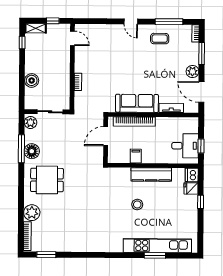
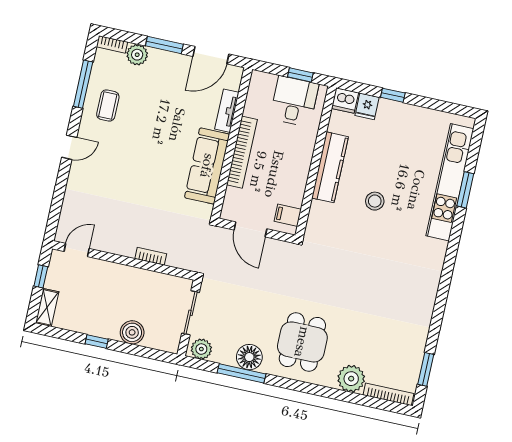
window: (22, 43) -> (97, 341), moved
window: (202, 54) -> (164, 45), moved
plant: (192, 72) -> (137, 55), moved
bookcase: (134, 122) -> (242, 152), moved
filing cabinet: (136, 156) -> (288, 215), moved

